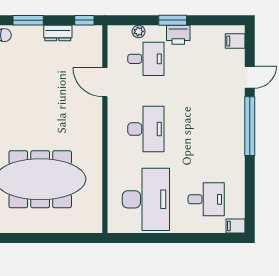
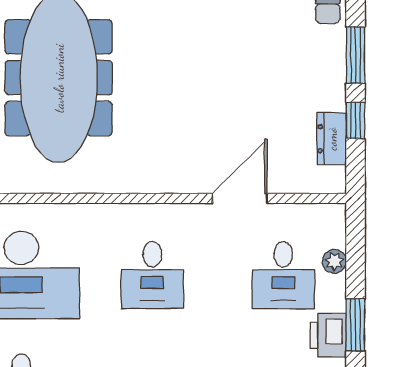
window: (84, 20) -> (355, 121), moved
dresser: (58, 33) -> (332, 139), moved
desk: (146, 129) -> (152, 275), width x0.73

